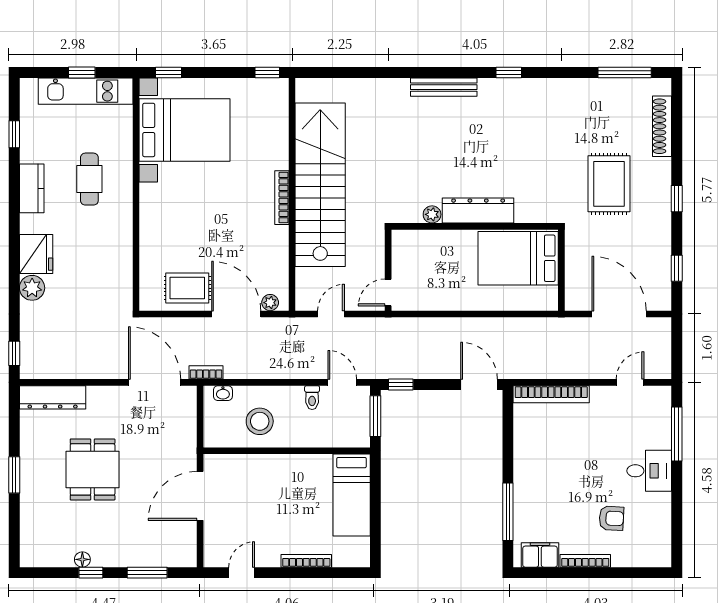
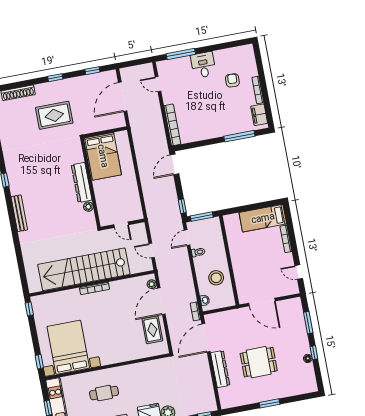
door: (388, 293) -> (121, 225), moved
dresser: (53, 397) -> (220, 369), moved
bed: (352, 495) -> (263, 218), moved, turned 180

